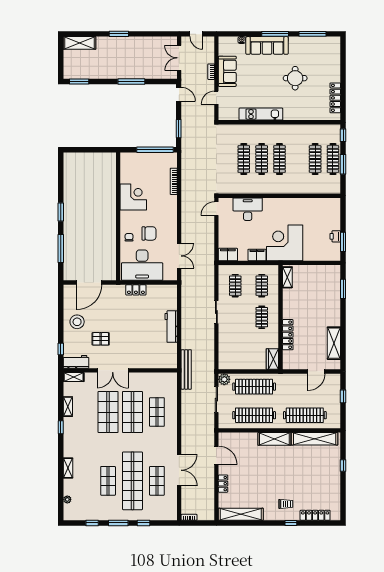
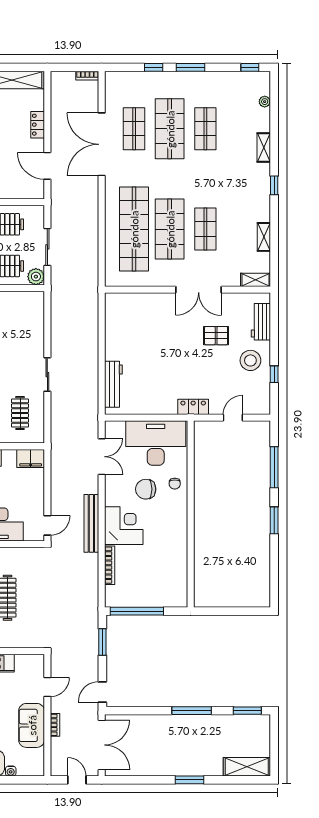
double door: (179, 58) -> (102, 745), width x1.37
window: (131, 81) -> (192, 711), moved
door: (179, 94) -> (102, 692), hinge flipped
corner desk: (133, 197) -> (124, 526), moved, turned 180
double door: (179, 256) -> (102, 457), swing flipped
door: (89, 283) -> (233, 418), width x0.53
locker: (136, 290) -> (193, 407), moved
workbench: (171, 327) -> (113, 384), moved
window: (61, 349) -> (274, 374), moved
workbench: (76, 362) -> (261, 322), moved, turned 90
bench: (186, 369) -> (91, 523), moved
double door: (113, 370) -> (199, 290), swing flipped
shop shelf: (108, 412) -> (205, 229), width x0.70, depth x0.74
shop shelf: (157, 412) -> (134, 229), width x2.00, depth x1.36
window: (61, 427) -> (274, 185), moved
double door: (179, 470) -> (102, 144), width x1.36
shop shelf: (132, 481) -> (170, 129), width x0.71
window: (92, 523) -> (250, 67), moved

